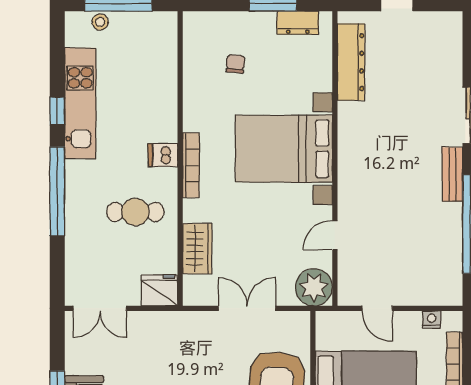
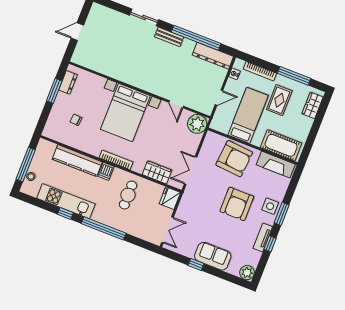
dresser: (351, 62) -> (213, 56), moved, turned 180
kitchen counter: (162, 95) -> (77, 161), added
double door: (247, 308) -> (191, 170), moved

